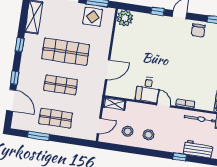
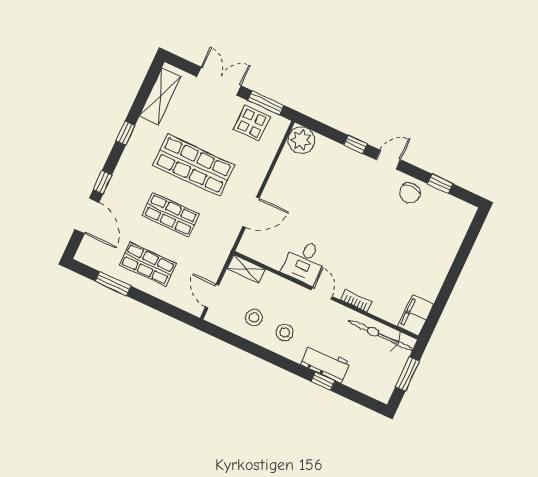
door: (99, 126) -> (212, 296), swing flipped
workbench: (198, 149) -> (325, 363), moved

